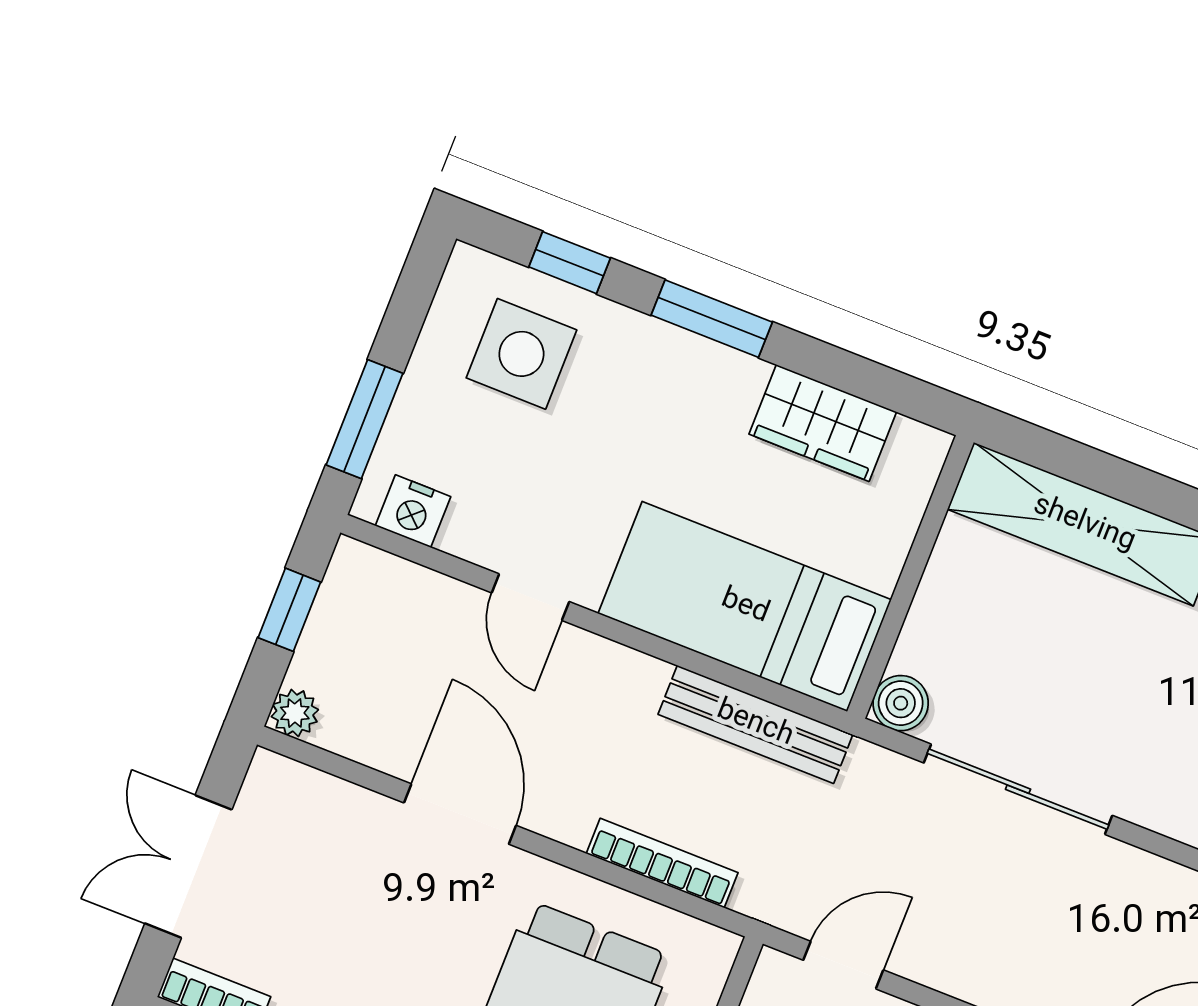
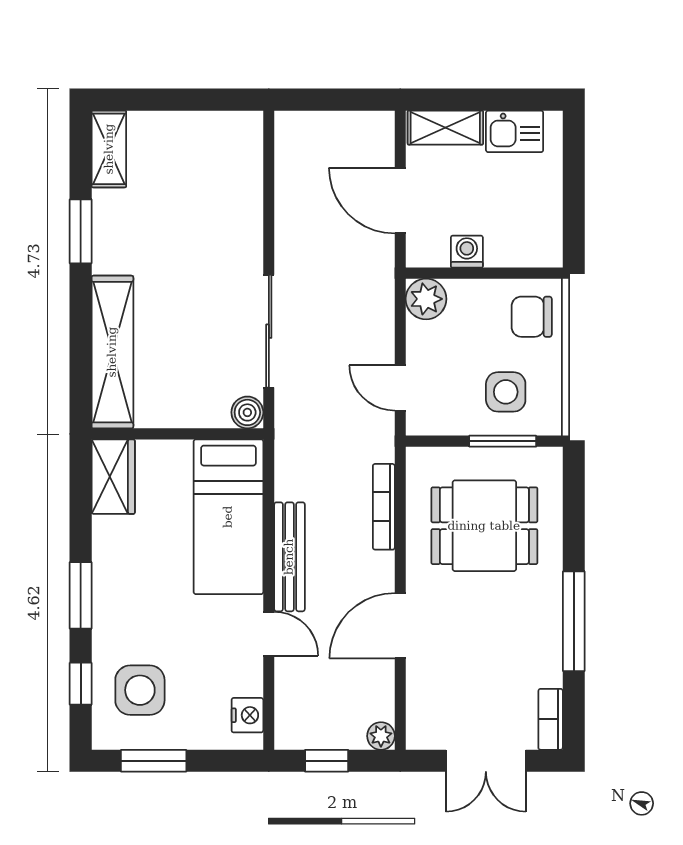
window: (364, 419) -> (154, 761), moved
wardrobe: (823, 423) -> (113, 477), moved
door: (531, 597) -> (269, 634), hinge flipped
bench: (755, 724) -> (289, 557), moved

